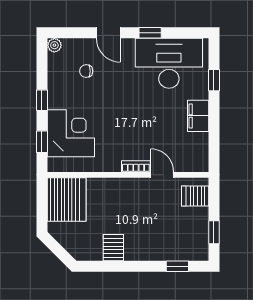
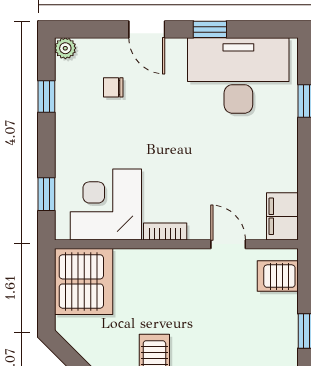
window: (42, 100) -> (46, 96), moved
filing cabinet: (198, 116) -> (282, 216), moved
corner desk: (71, 133) -> (106, 205), moved, turned -90
bookcase: (136, 166) -> (165, 231), moved

